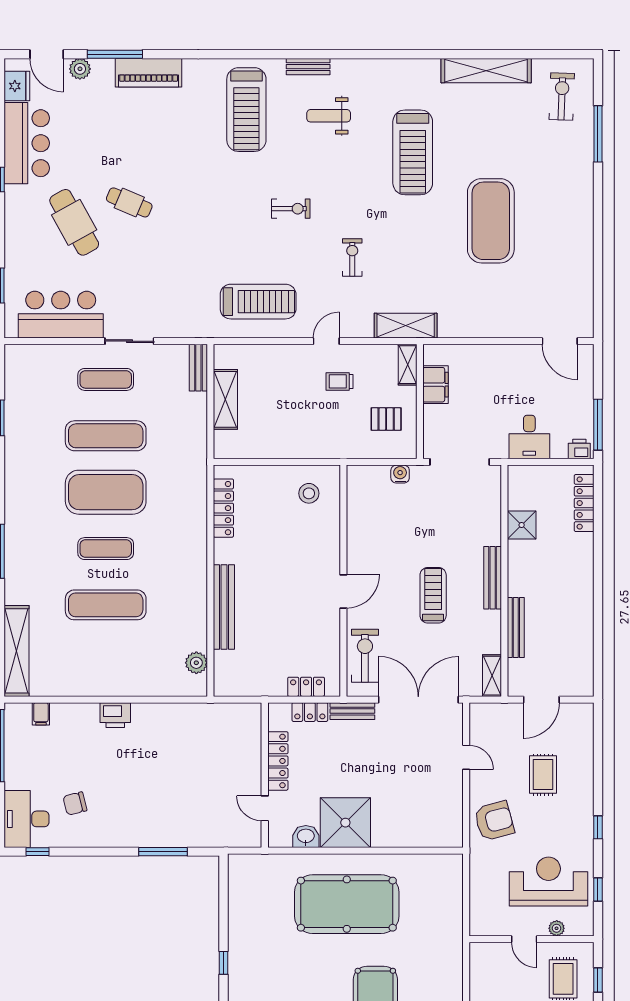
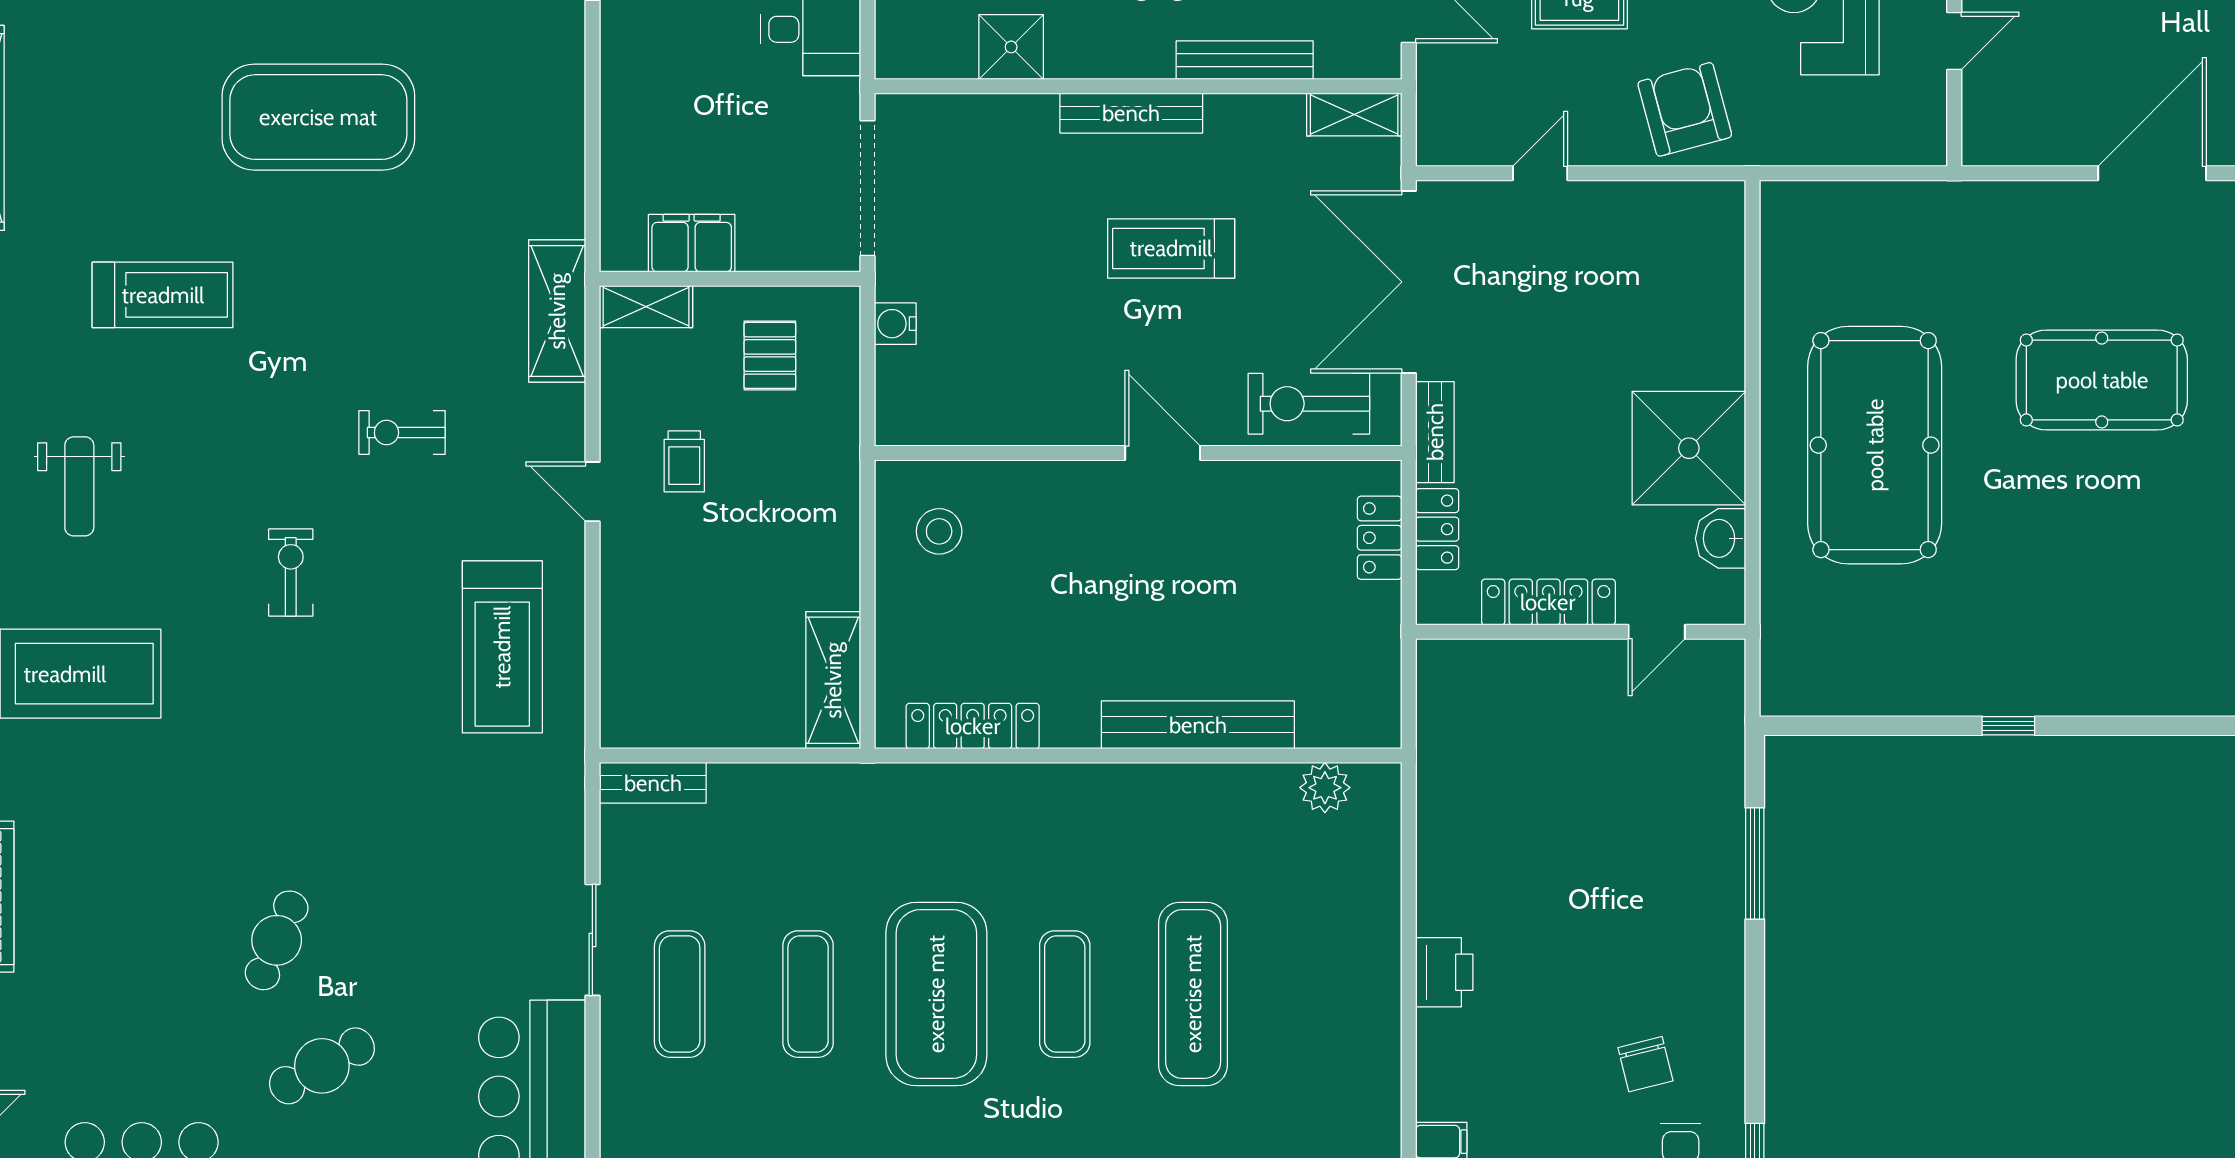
treadmill: (413, 152) -> (163, 295), width x0.73, depth x0.73
cafe table: (74, 222) -> (322, 1066), width x0.73, depth x0.74
treadmill: (258, 302) -> (502, 647), turned 180
shelving: (225, 399) -> (833, 680), moved, turned 90
exercise mat: (106, 436) -> (808, 994), width x0.73, depth x0.69

